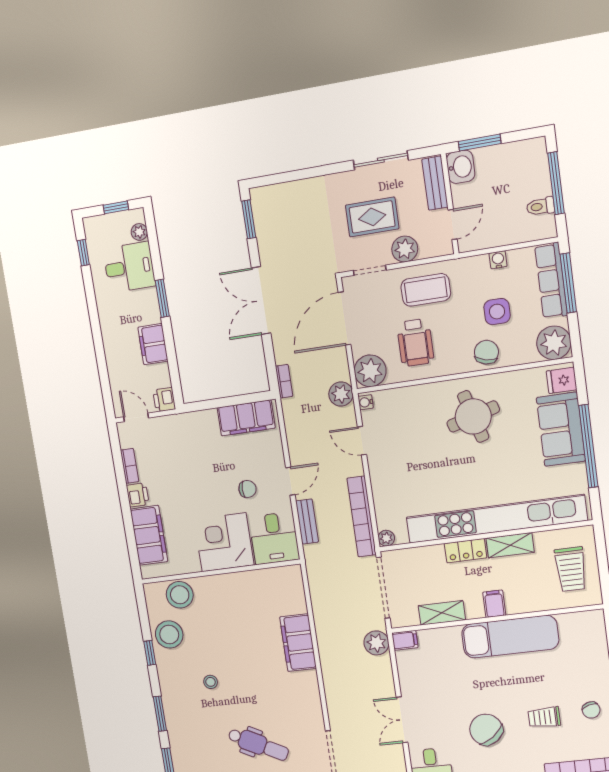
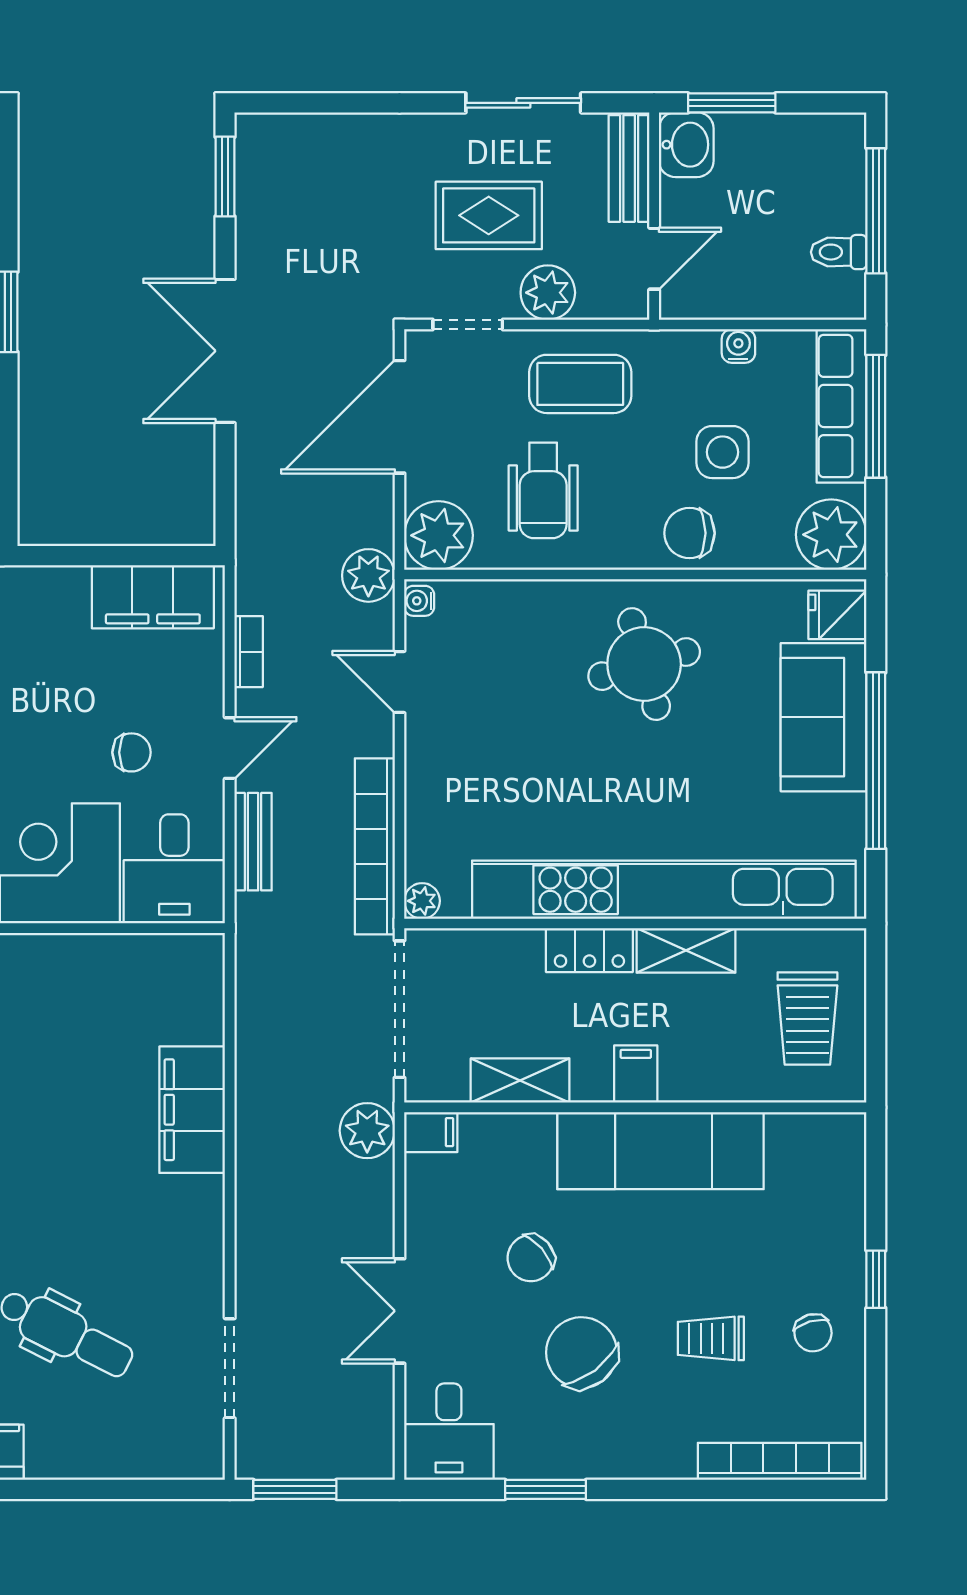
chair: (486, 352) -> (690, 533), turned -103
bookcase: (284, 381) -> (249, 652), moved
chair: (458, 691) -> (531, 1258), added

